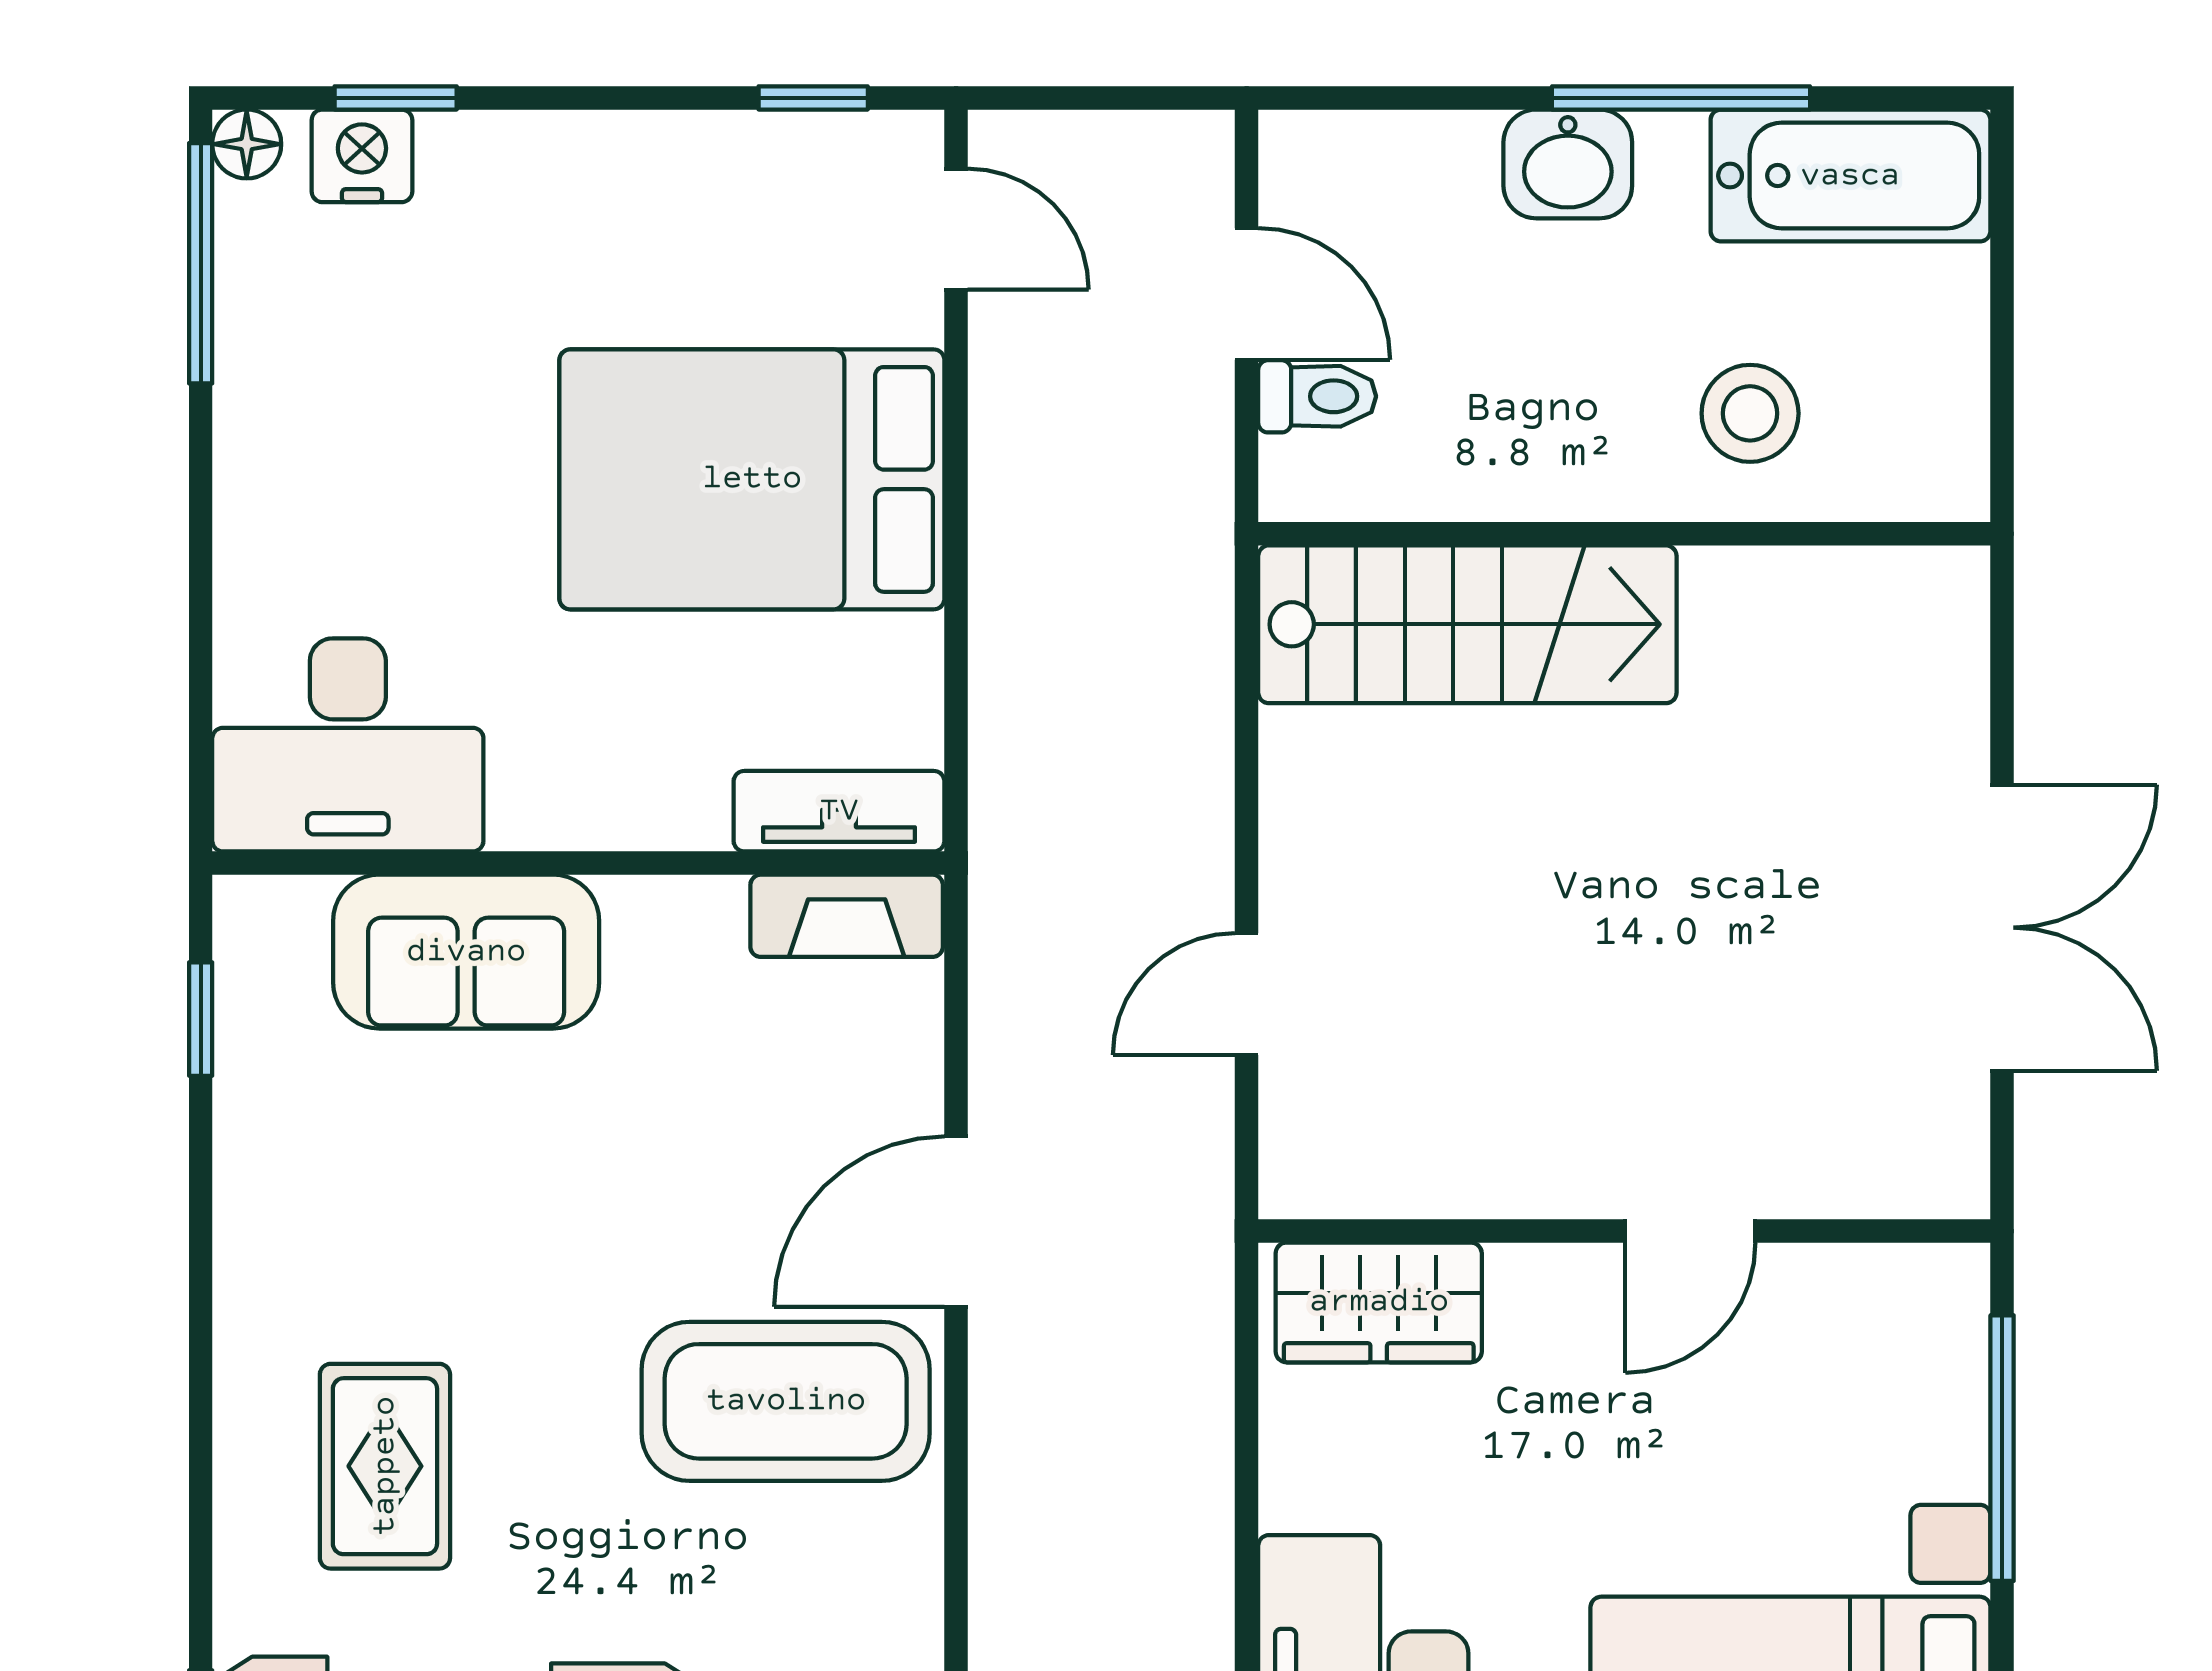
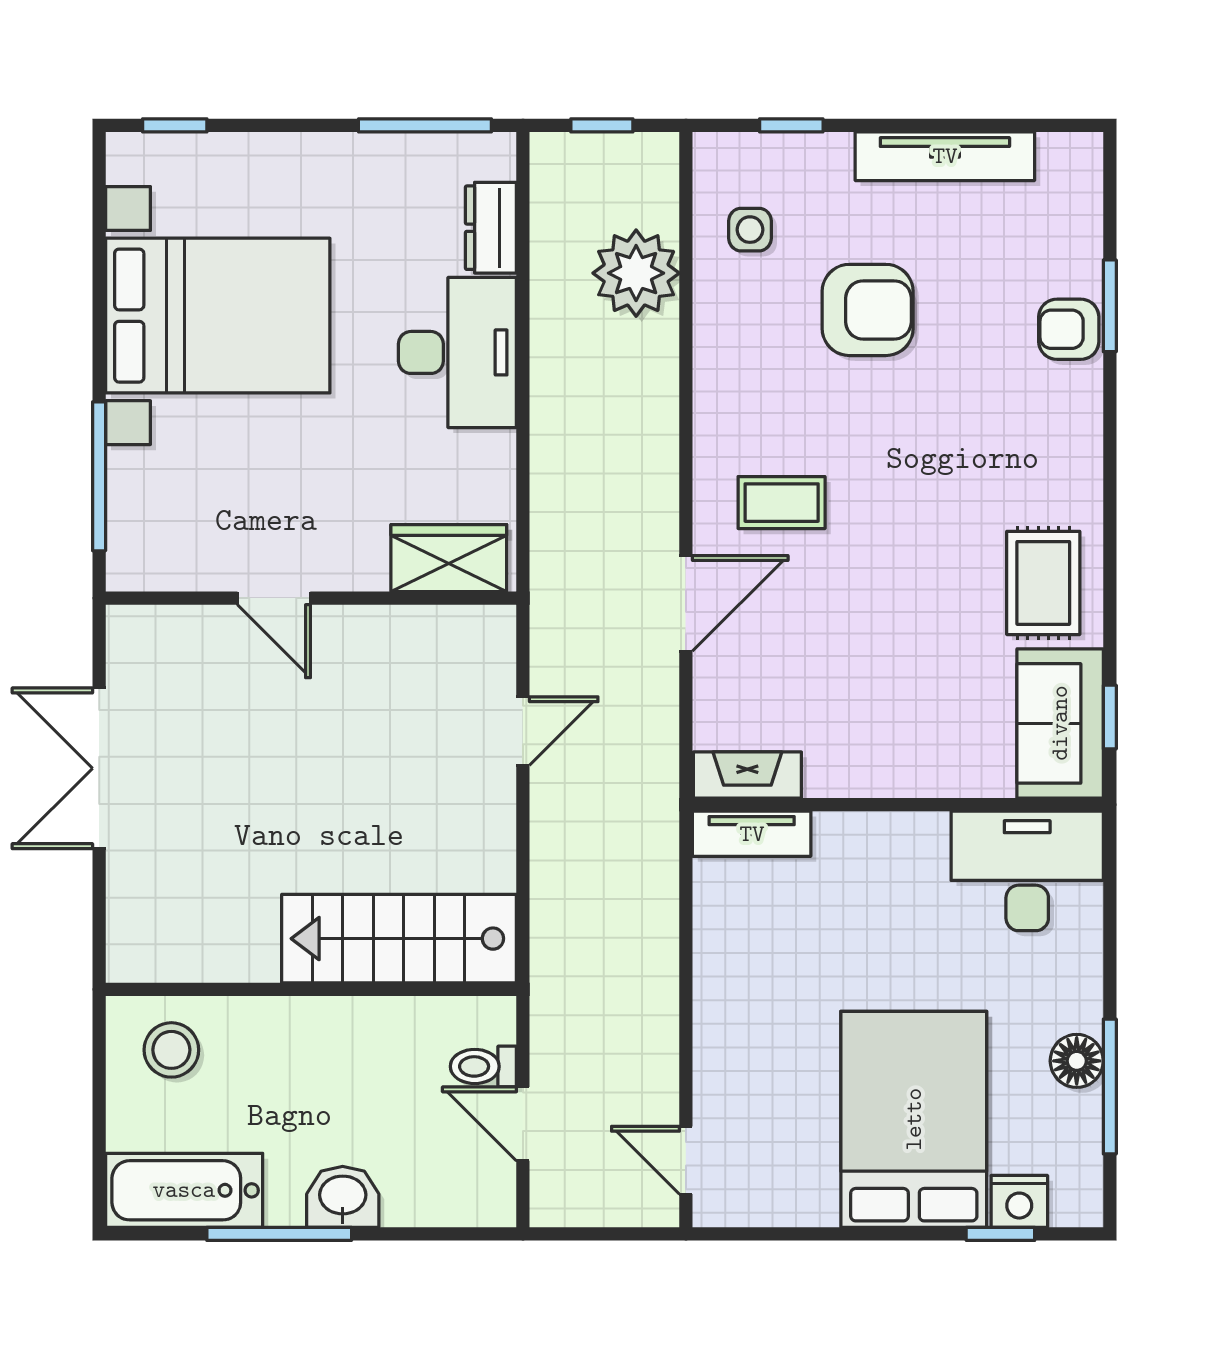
window: (813, 98) -> (766, 1234), removed
floor lamp: (247, 144) -> (1077, 1061), moved, width x1.37, depth x1.37
window: (201, 263) -> (1110, 1086), moved
stool: (1750, 413) -> (171, 1050), moved
bed: (752, 479) -> (914, 1119), moved, turned -90
sofa: (466, 952) -> (1060, 723), moved, turned -90
door: (1690, 1231) -> (274, 598), swing flipped
coffee table: (786, 1401) -> (782, 503), width x0.54, depth x0.58
rug: (385, 1466) -> (1043, 583), moved

